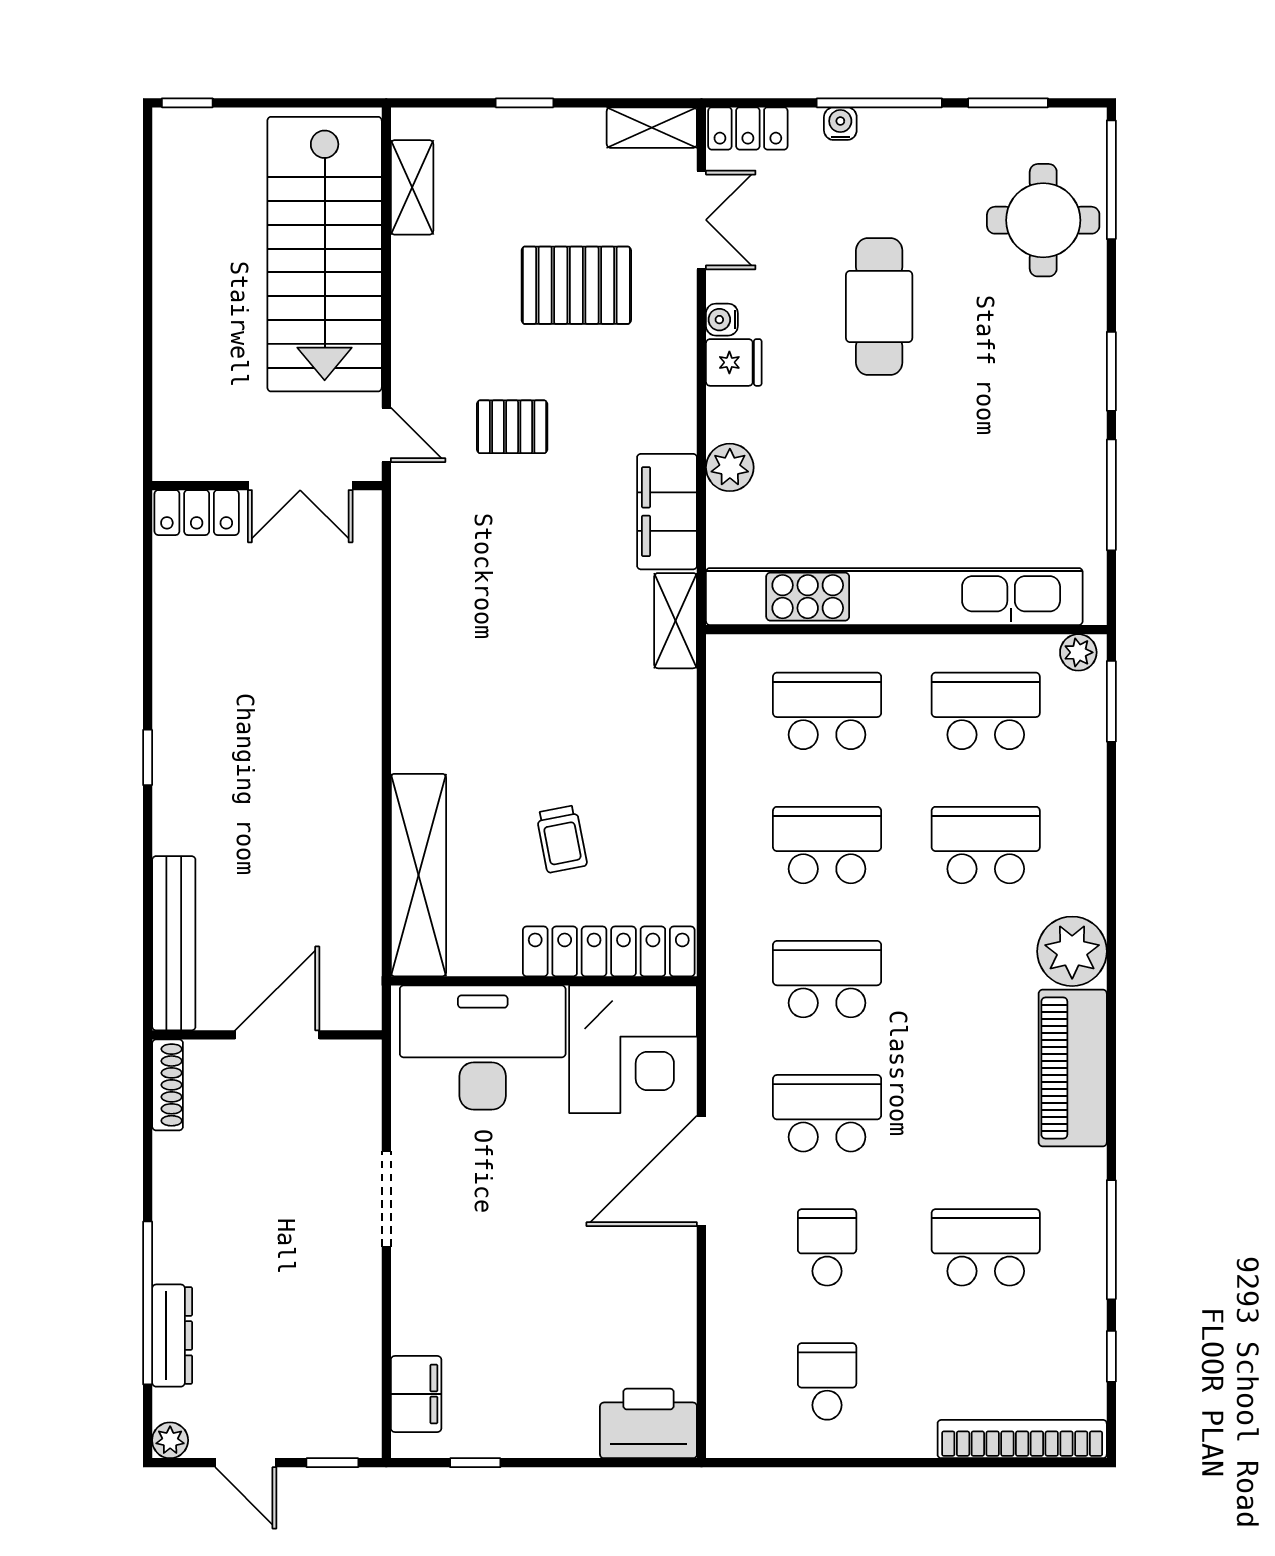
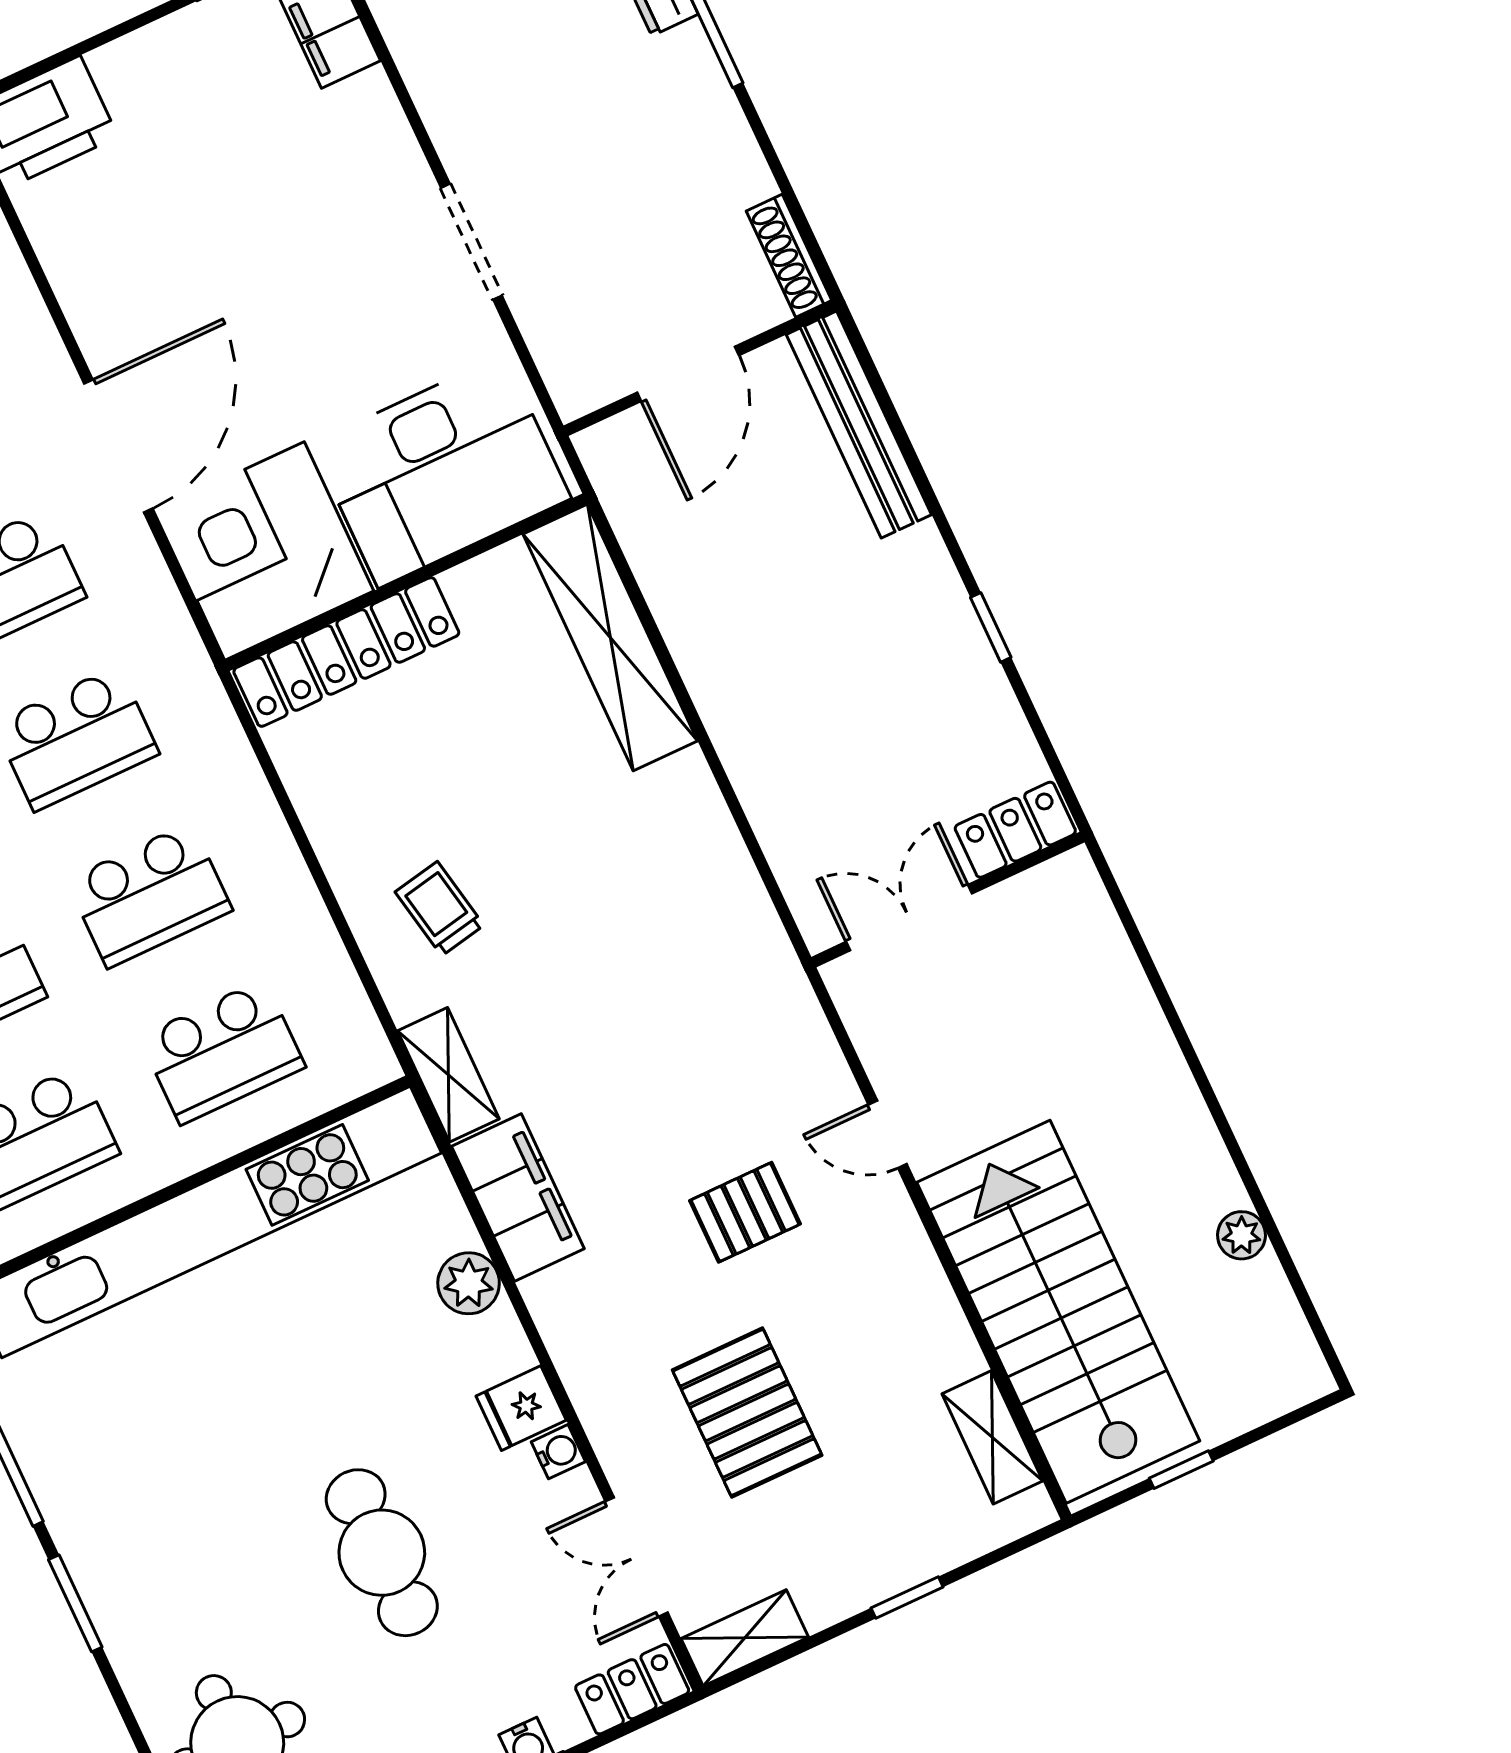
window: (187, 103) -> (1181, 1470), moved
plant: (171, 248) -> (1241, 1235), added
pallet: (576, 285) -> (747, 1413), turned 90
wall: (267, 486) -> (948, 900), moved
double door: (300, 486) -> (909, 918), moved
locker: (197, 513) -> (1015, 830), moved
trolley: (562, 839) -> (439, 909), moved

